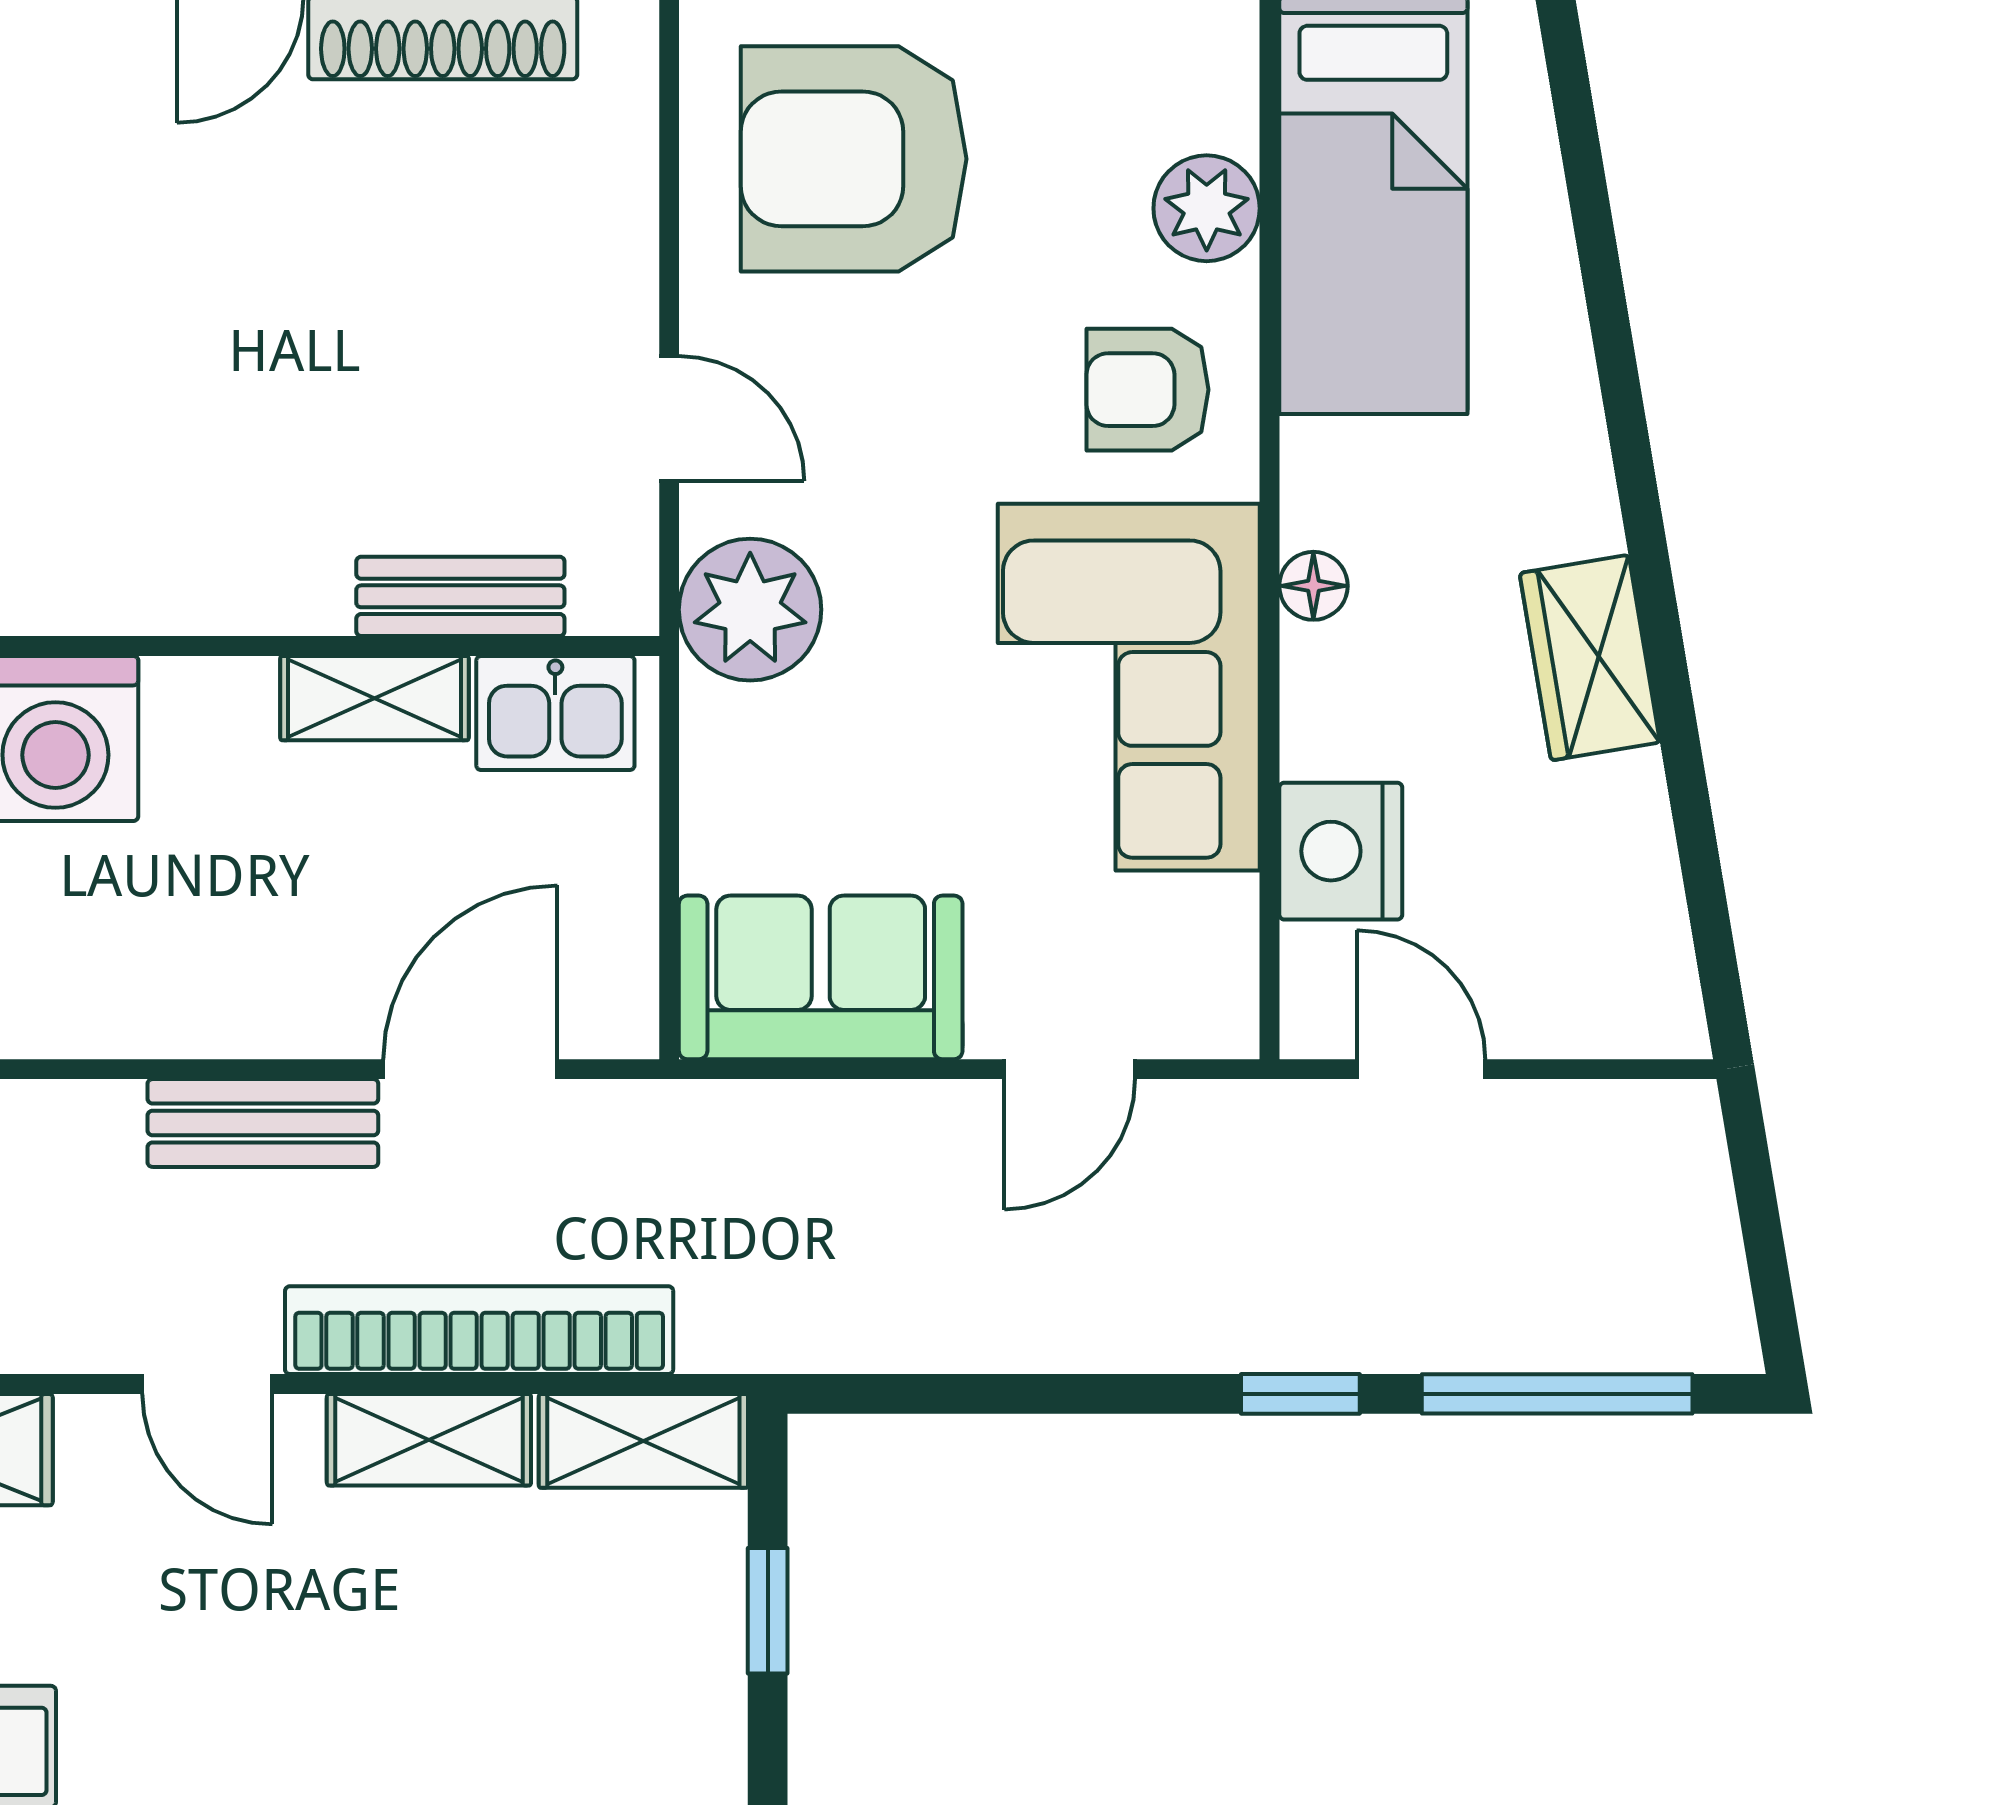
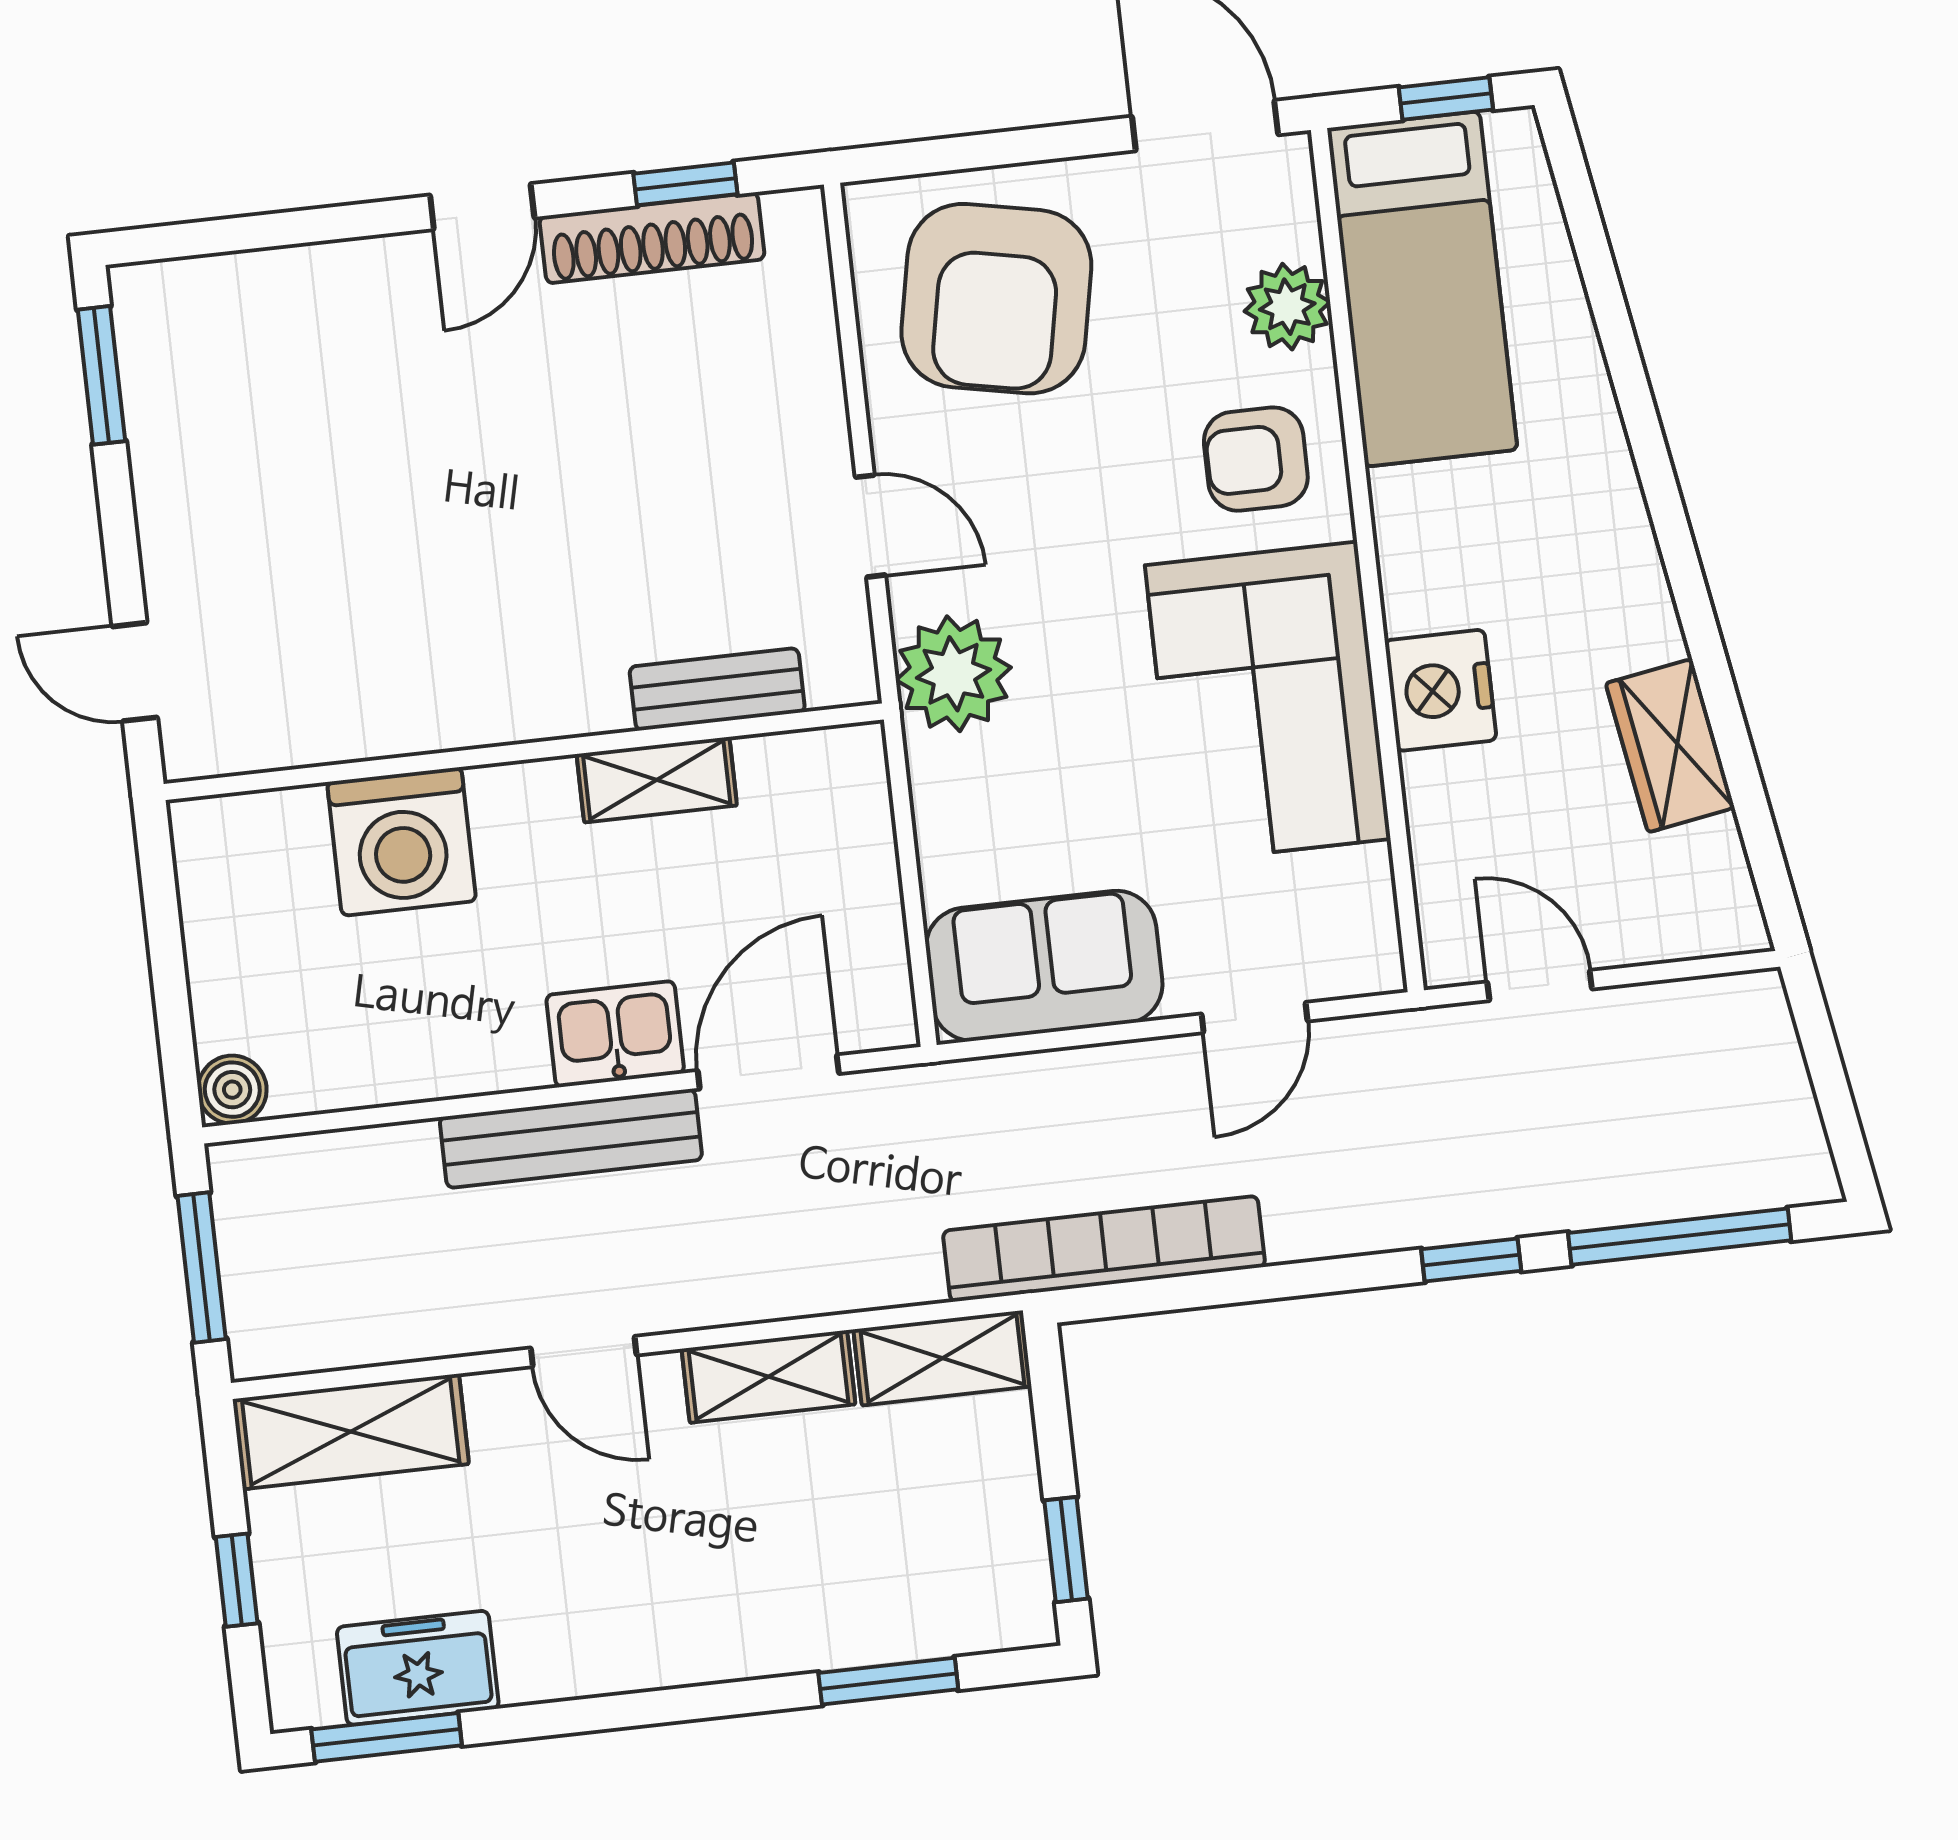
armchair: (854, 159) -> (996, 299), turned -79
floor lamp: (1313, 586) -> (1408, 603), removed
wardrobe: (1590, 658) -> (1670, 745), moved
kitchen sink: (555, 713) -> (615, 1034), moved, turned 180
nightstand: (1341, 851) -> (1441, 690), moved
bench: (263, 1123) -> (571, 1138), width x1.36
bookcase: (479, 1330) -> (1104, 1249), moved
window: (768, 1611) -> (1066, 1550), moved

